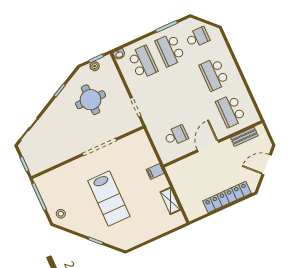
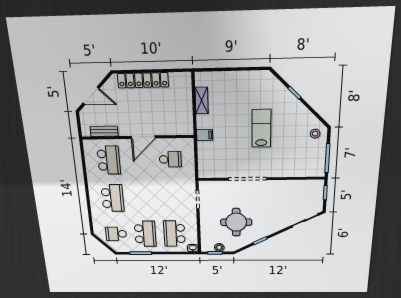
school desk: (176, 136) -> (170, 159), turned 180
lab bench: (109, 199) -> (261, 128), width x0.73, depth x0.72

